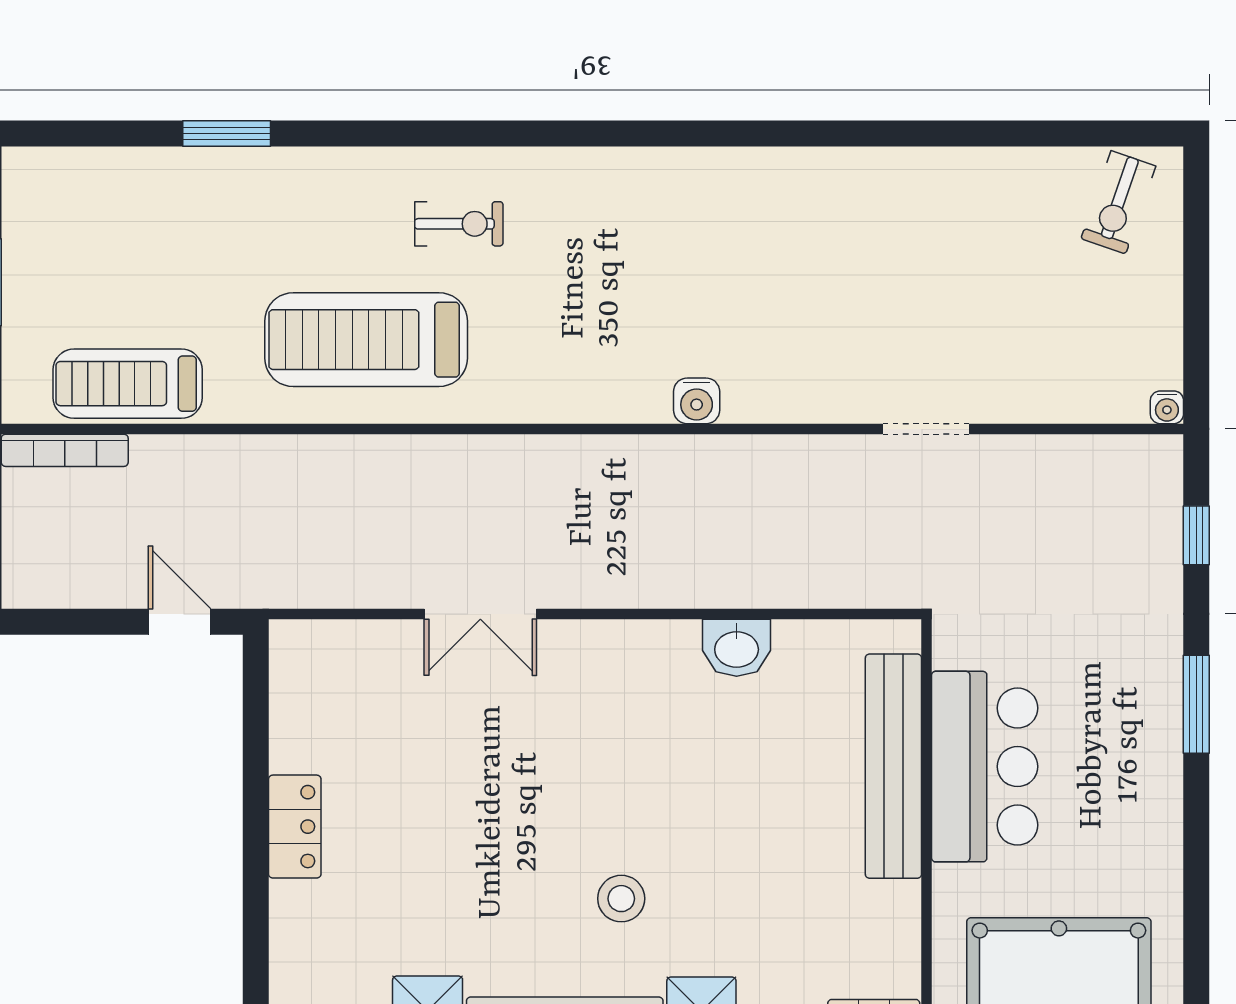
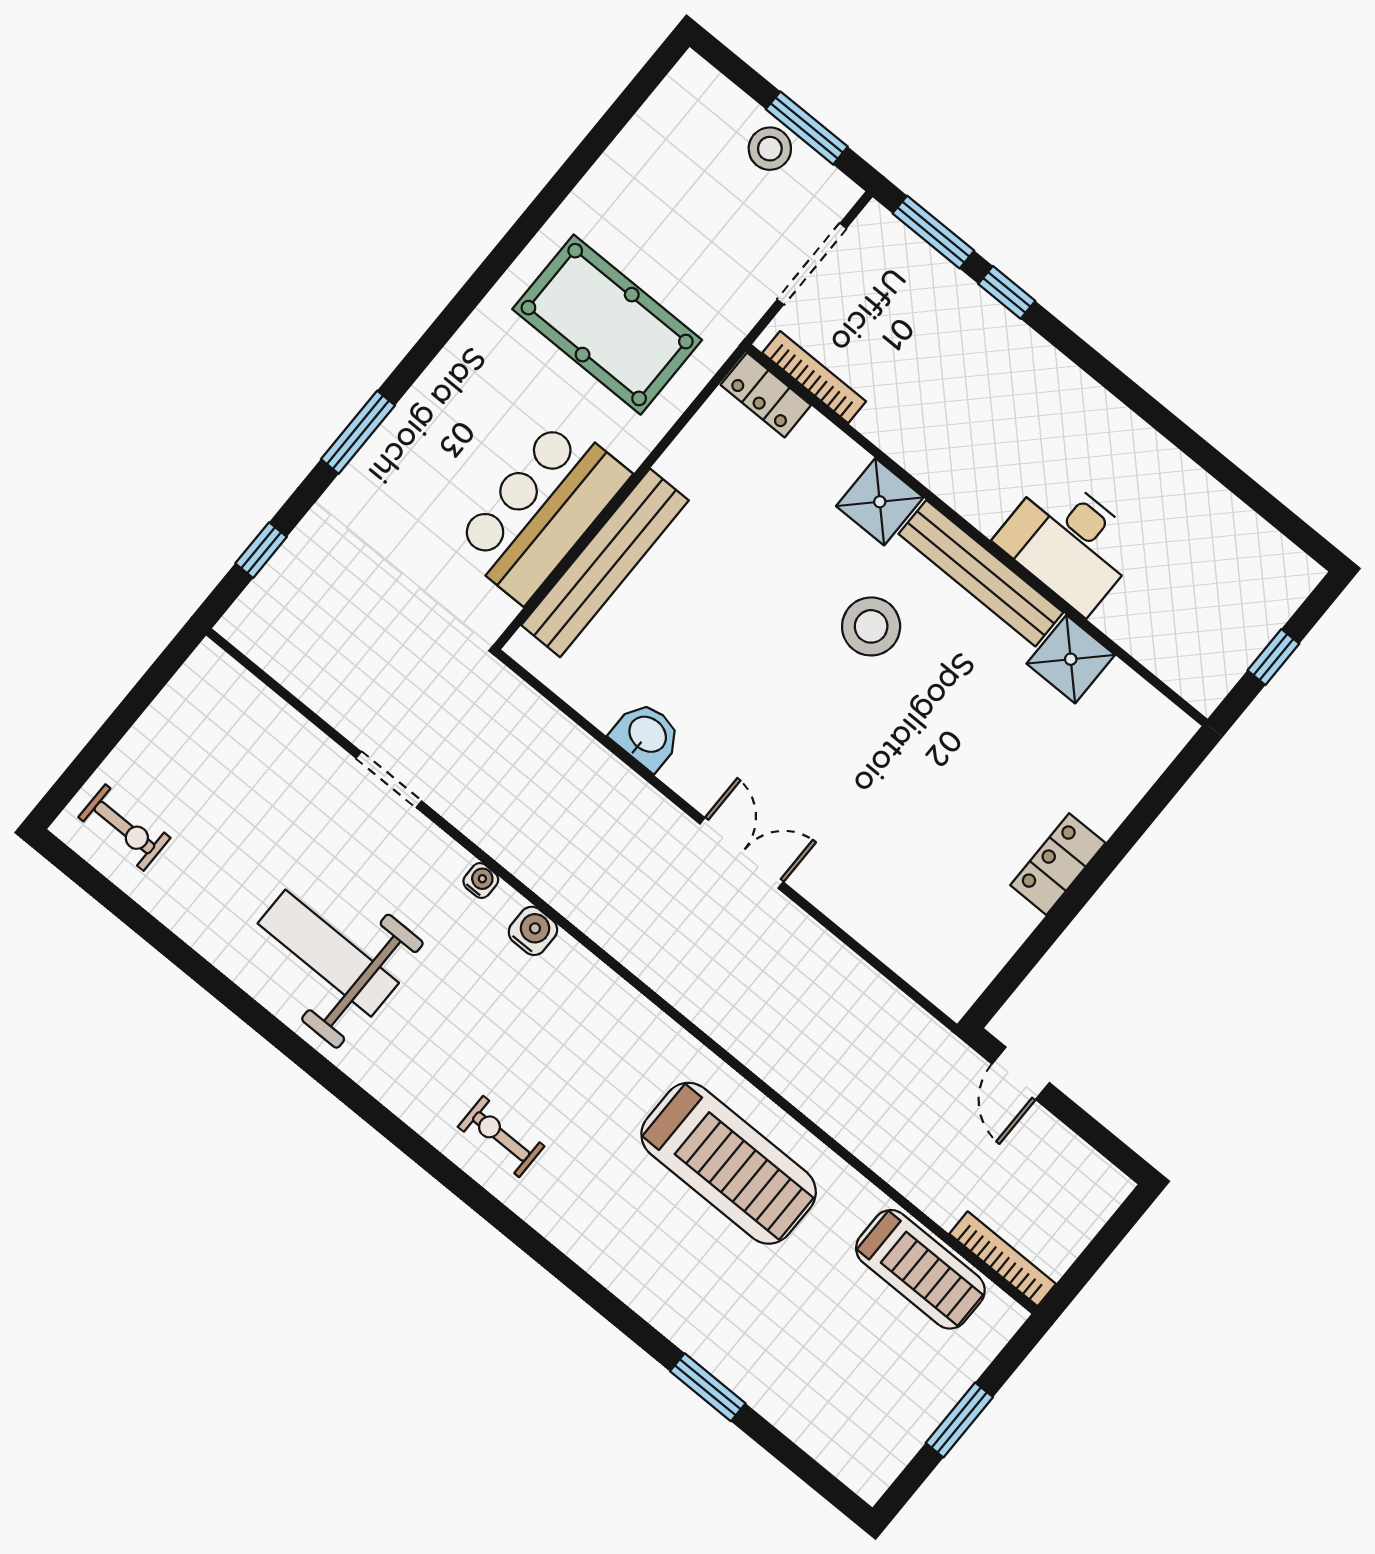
exercise bike: (1118, 202) -> (124, 828), turned 71
exercise bike: (459, 224) -> (501, 1136), moved
weight bench: (856, 238) -> (328, 953), added
water cooler: (1167, 407) -> (481, 881), moved
double door: (480, 614) -> (742, 853), moved
stool: (621, 899) -> (871, 626), width x1.38, depth x1.38

